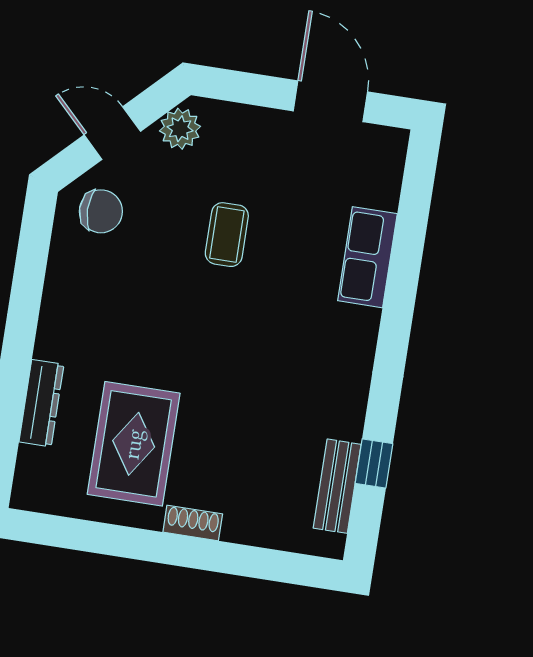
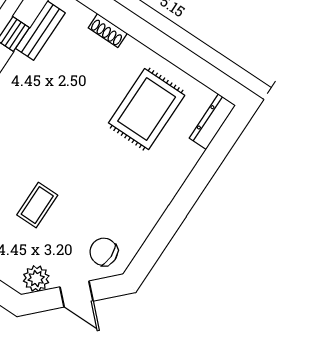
dresser: (41, 403) -> (212, 122), moved
shoe rack: (193, 523) -> (108, 31), moved

